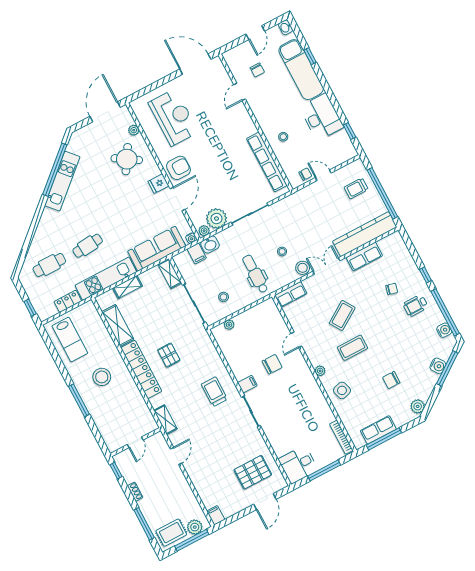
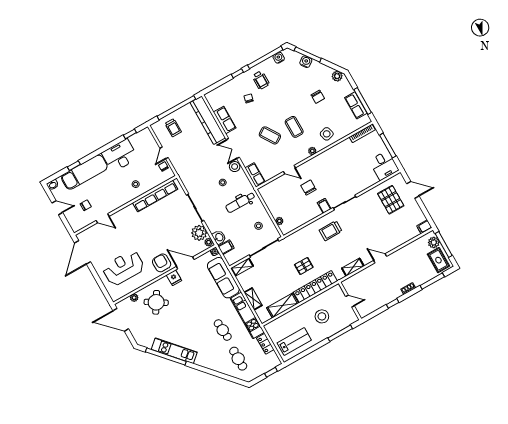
door: (135, 442) -> (350, 301), moved
wall: (136, 442) -> (350, 301), moved

